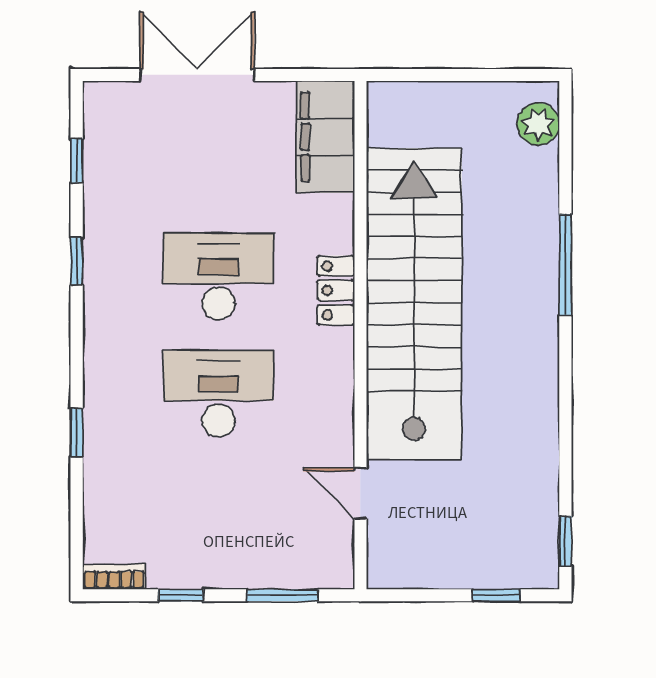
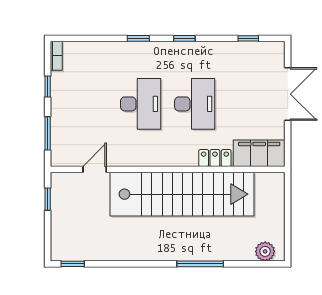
window: (77, 261) -> (184, 38), moved
locker: (336, 290) -> (215, 158), moved
window: (77, 432) -> (138, 38), moved
window: (497, 595) -> (48, 199), moved

